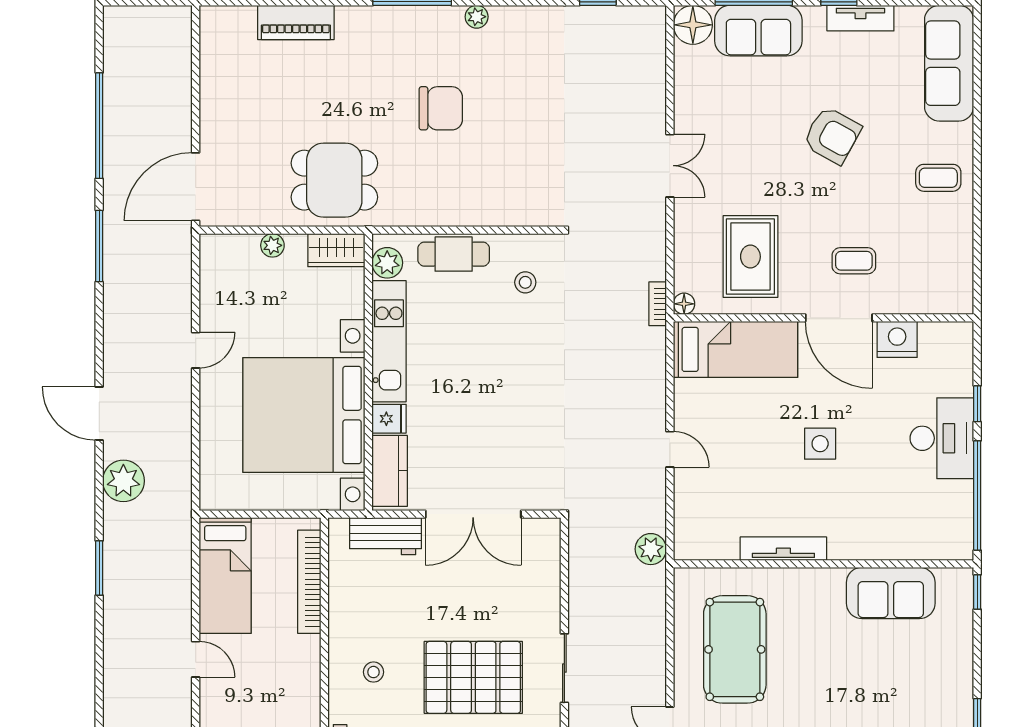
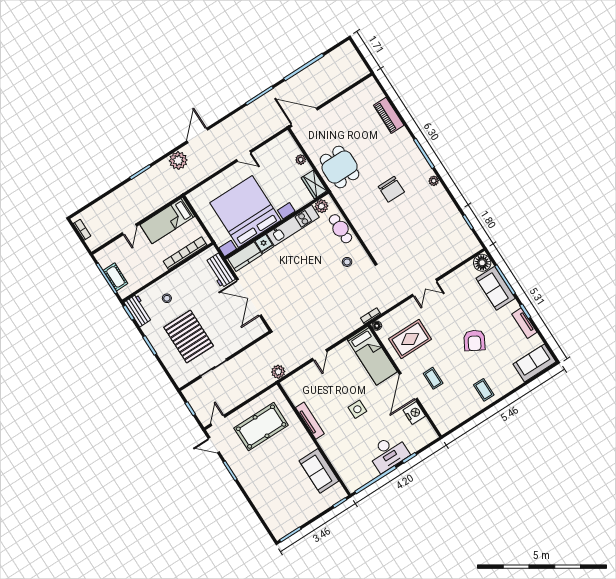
sofa: (949, 63) -> (534, 363), width x0.73

